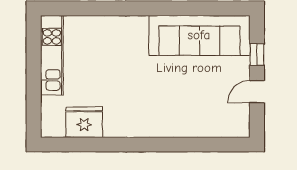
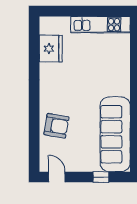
door: (257, 92) -> (57, 177), moved
armchair: (188, 114) -> (56, 126), added

